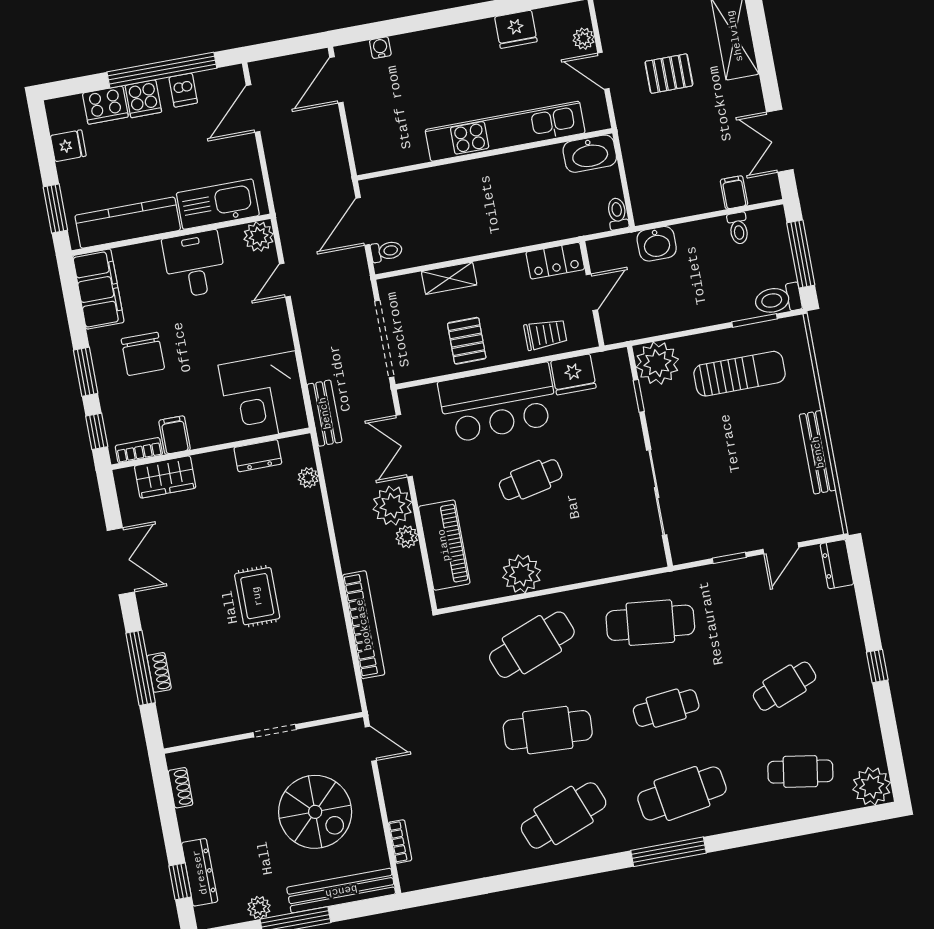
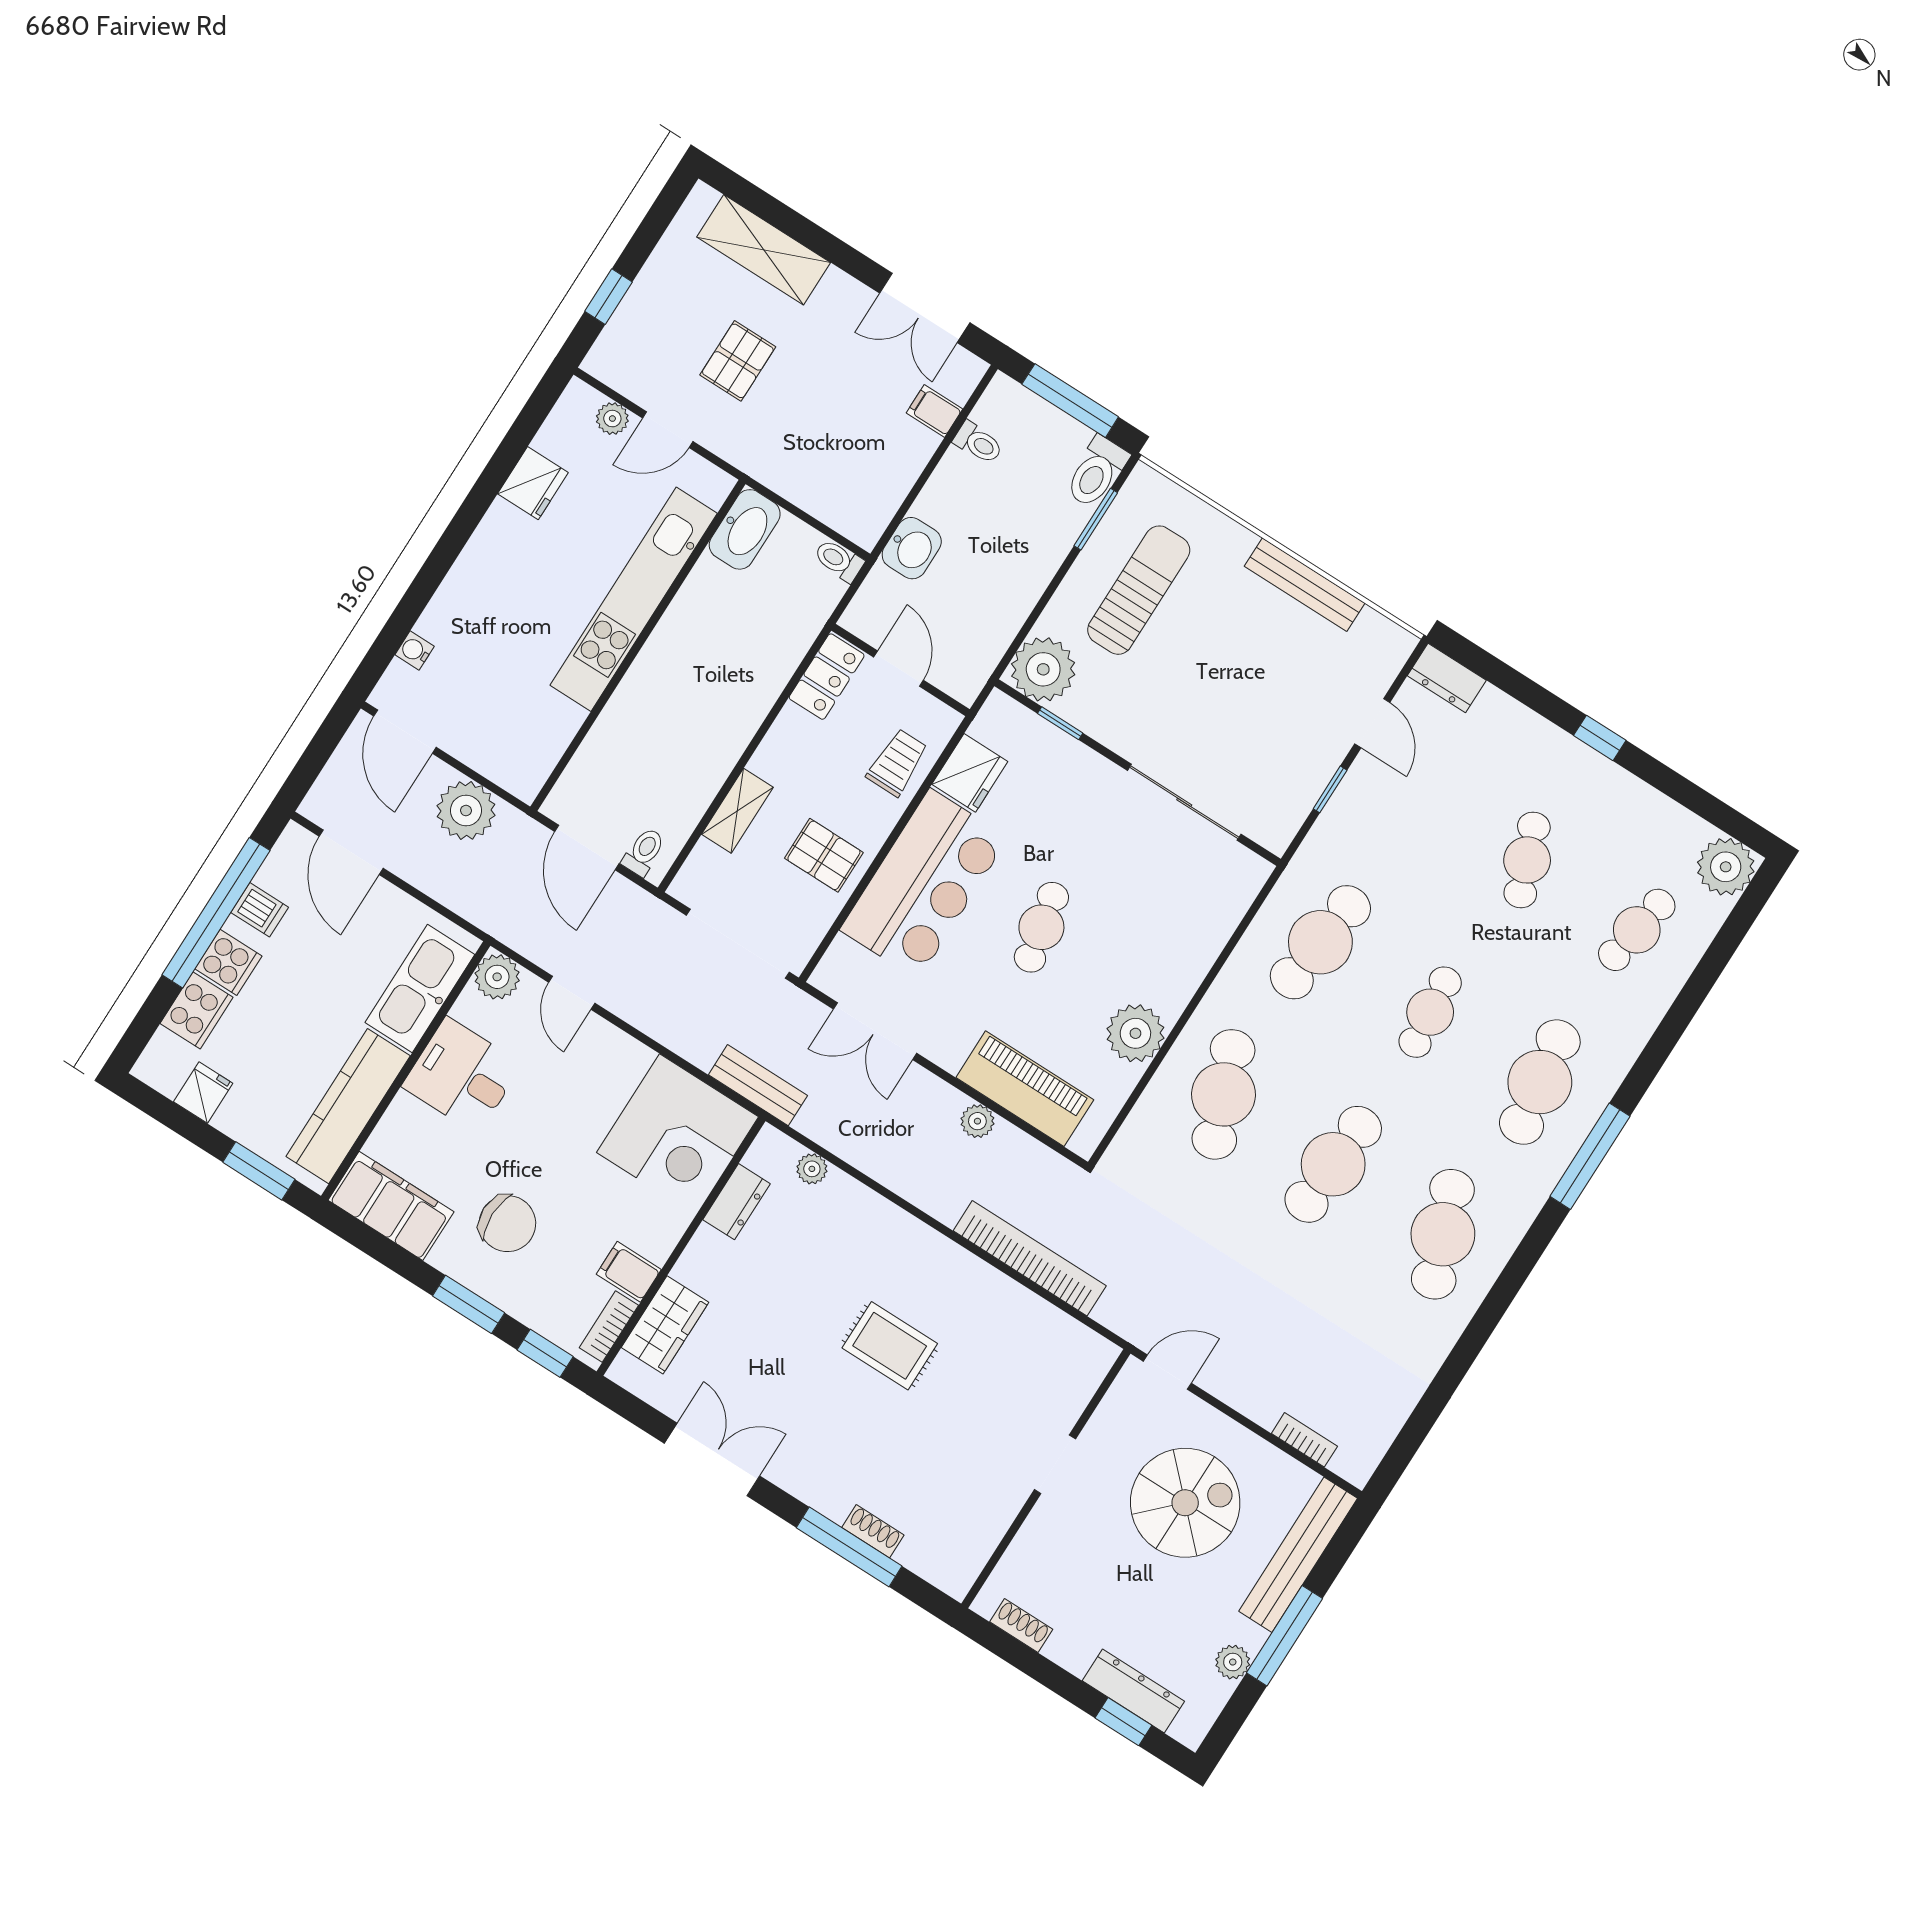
plant: (392, 506) -> (466, 811), moved

